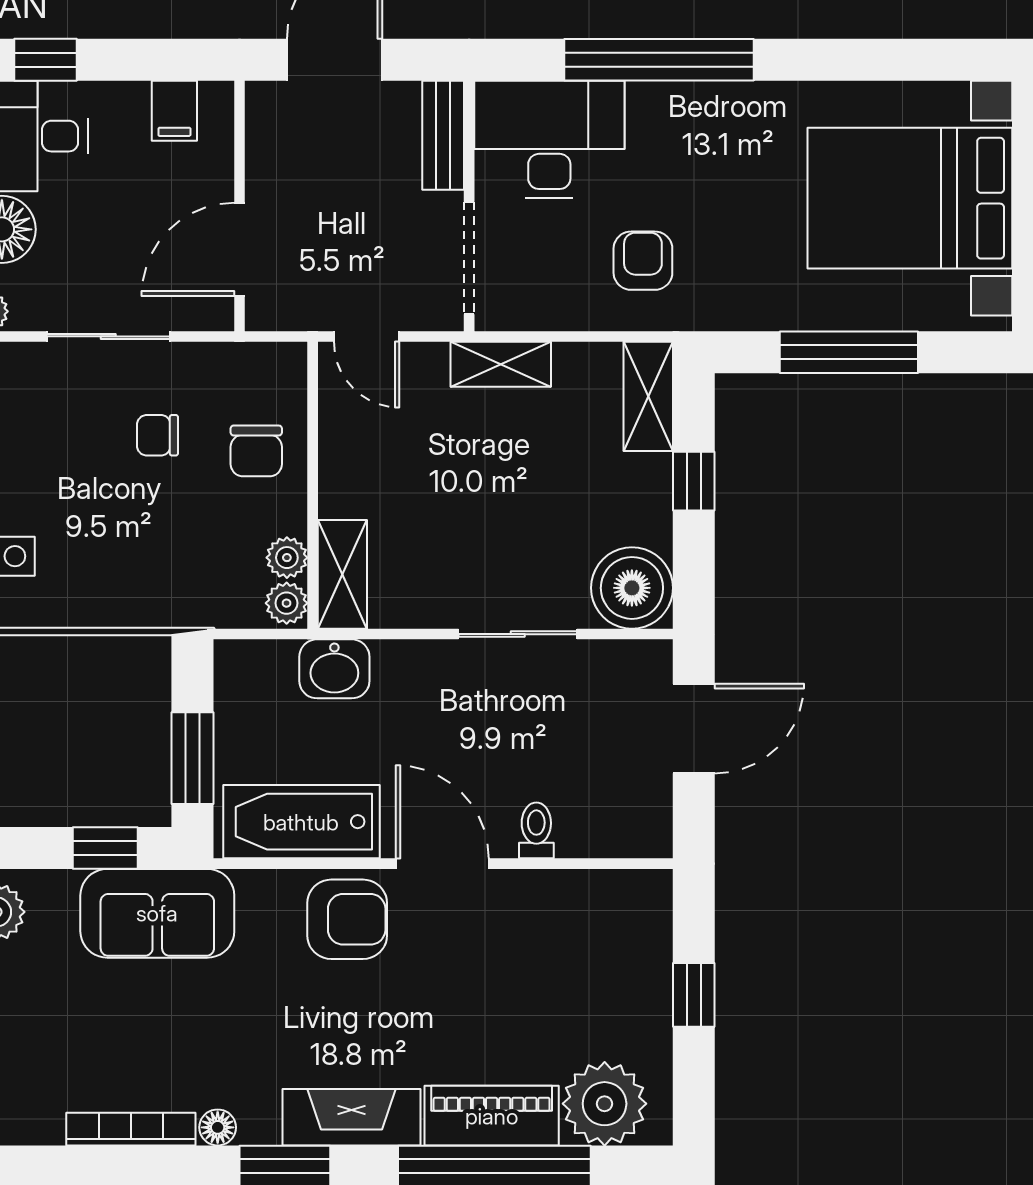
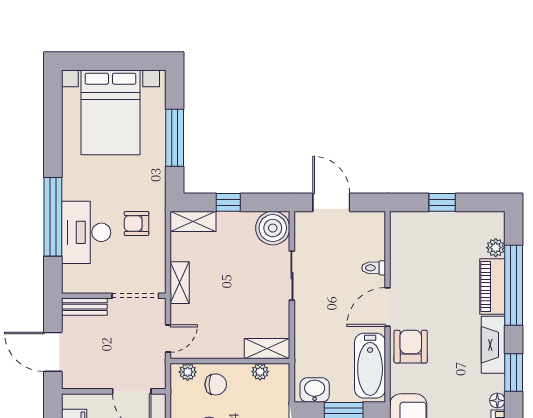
desk: (549, 140) -> (86, 232), moved
plant: (287, 603) -> (188, 372), moved
washbasin: (334, 669) -> (315, 390), moved, turned -90
plant: (605, 1104) -> (496, 248), width x0.53, depth x0.53

